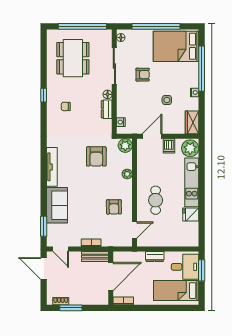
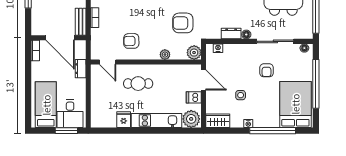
dresser: (155, 257) -> (81, 69), moved

